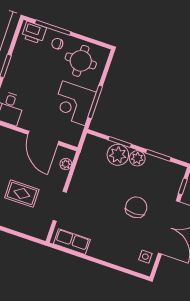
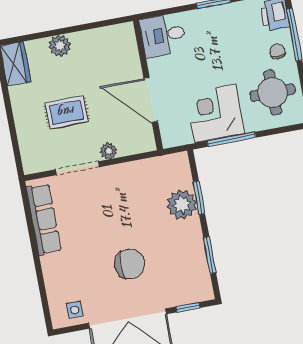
door: (43, 138) -> (151, 100), hinge flipped
plant: (137, 158) -> (191, 231), removed
plant: (66, 164) -> (109, 151), moved
rug: (22, 194) -> (67, 112), turned 90
row of seats: (72, 242) -> (44, 219), width x1.48

